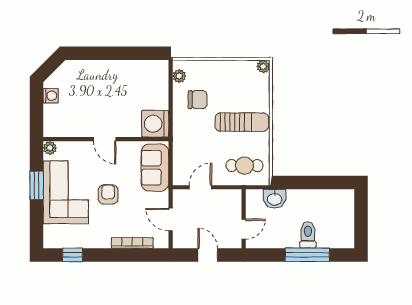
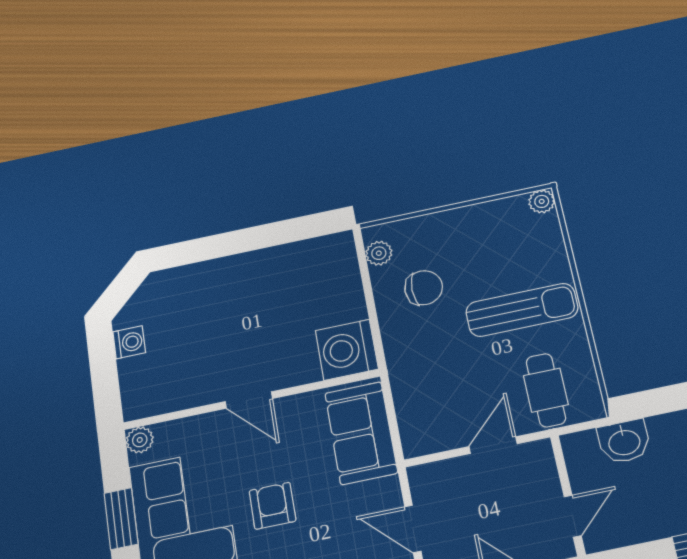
cafe table: (244, 166) -> (546, 390), turned 90
door: (201, 187) -> (493, 445), moved

